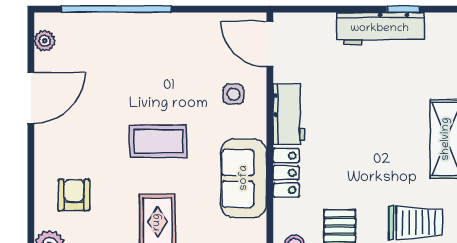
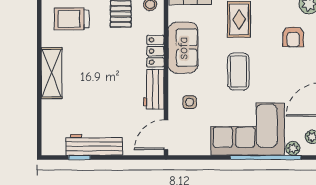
plant: (74, 23) -> (293, 148), added
door: (270, 44) -> (166, 135), swing flipped
corner sofa: (144, 53) -> (248, 129), added
coffee table: (158, 141) -> (238, 72), turned 90

